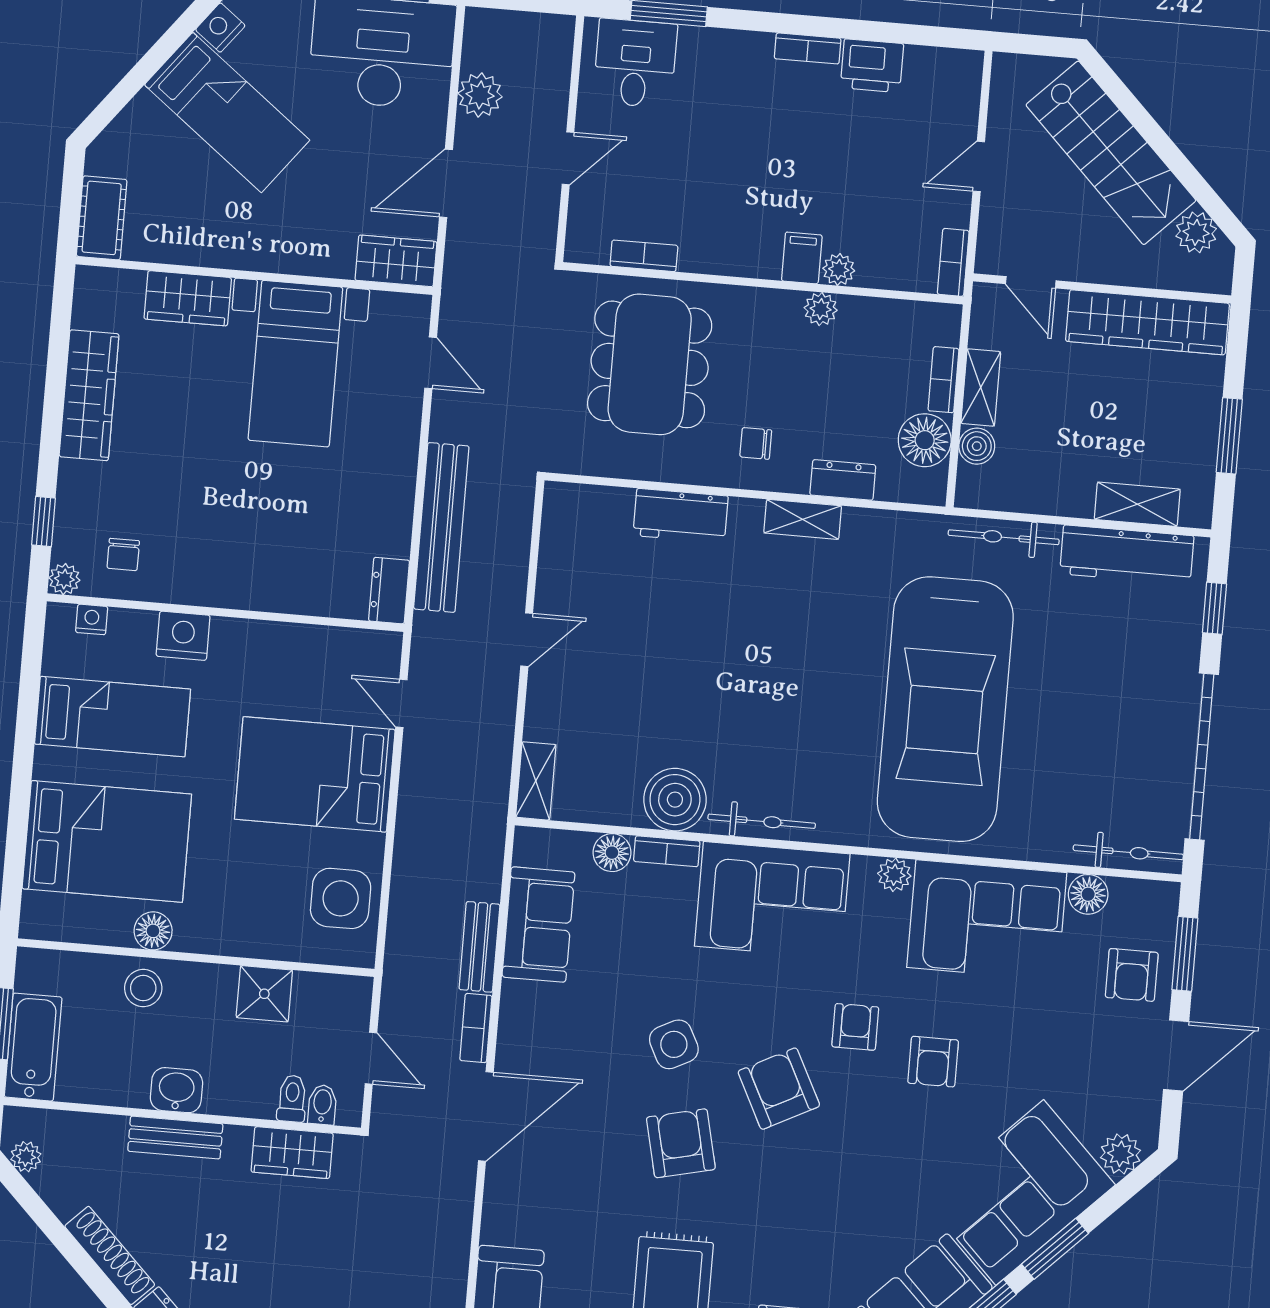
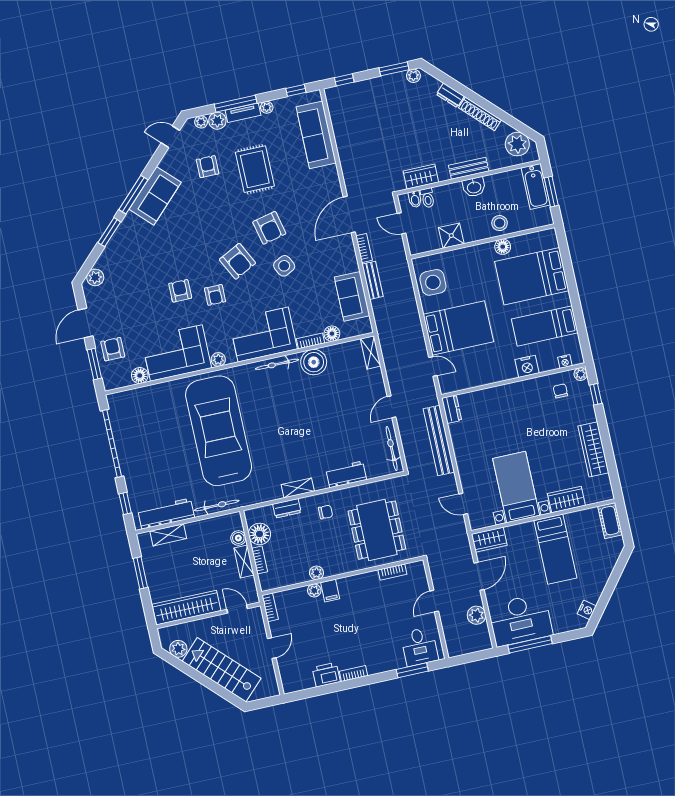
bed: (227, 112) -> (555, 549), moved, turned -128
bicycle: (1128, 852) -> (392, 448), moved, turned 90
plant: (26, 1157) -> (517, 144), width x1.88, depth x1.88
corner sofa: (1020, 1192) -> (130, 250), removed

